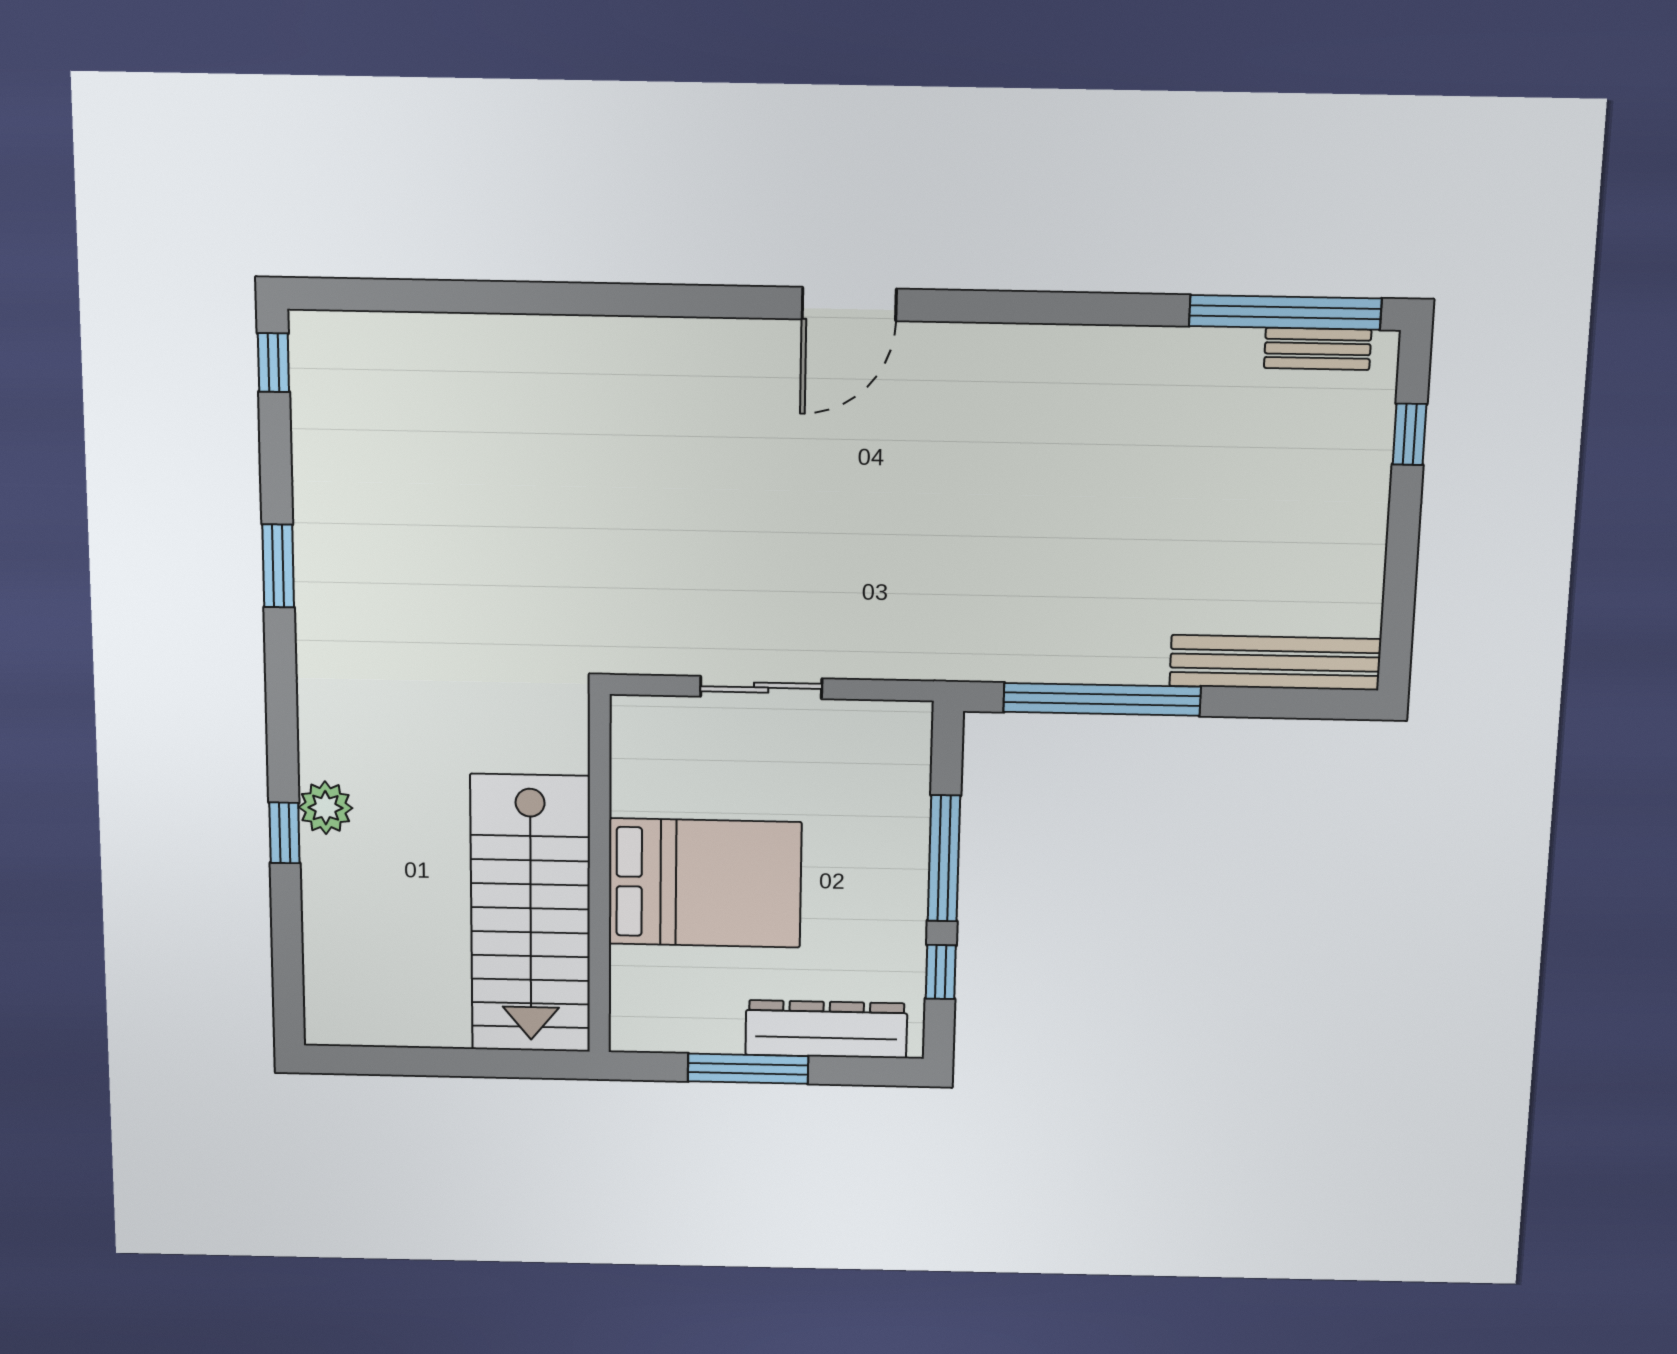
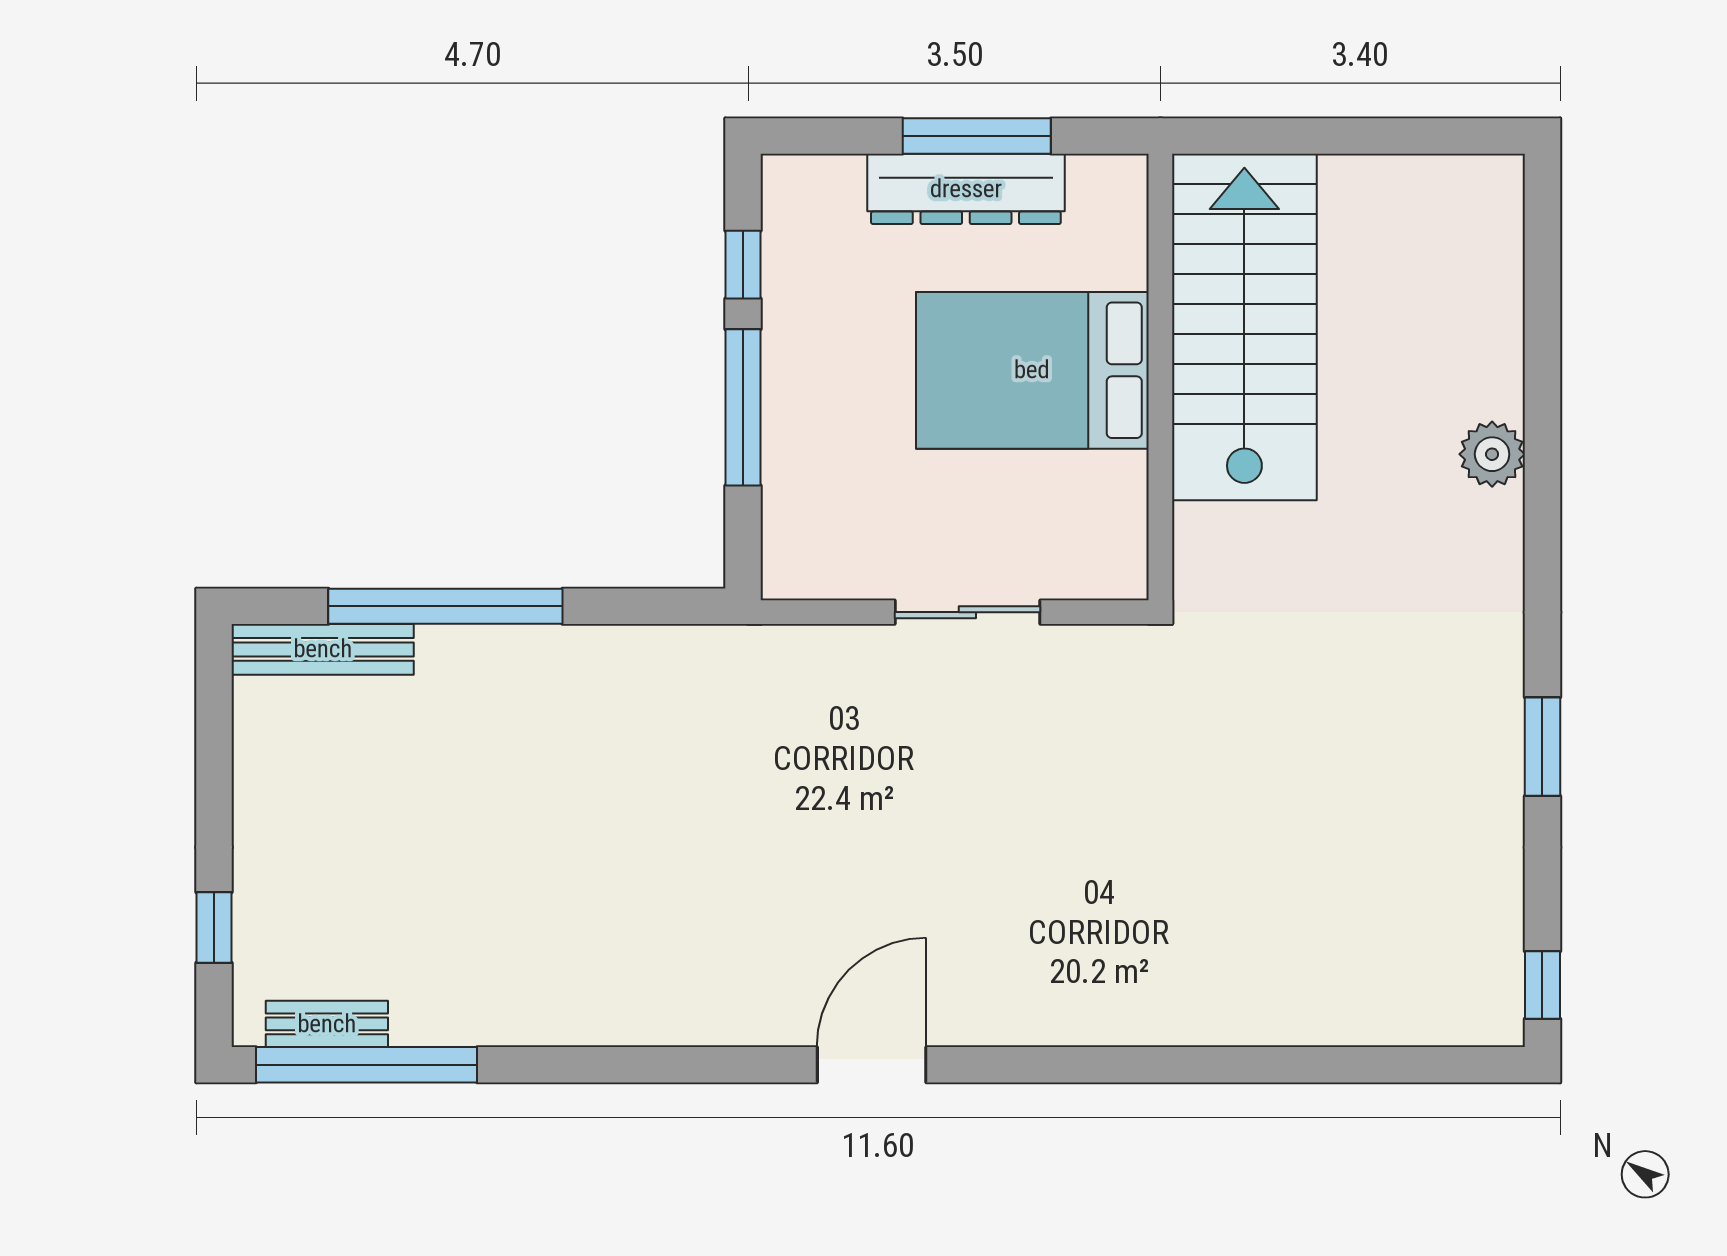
bench: (1275, 663) -> (323, 649), width x0.73, depth x0.82
window: (1102, 699) -> (445, 606), moved
window: (285, 833) -> (1542, 422), removed
dresser: (826, 1029) -> (966, 189), moved

